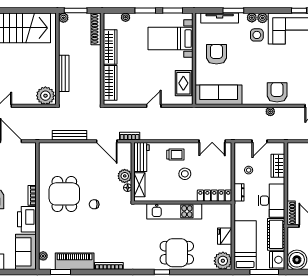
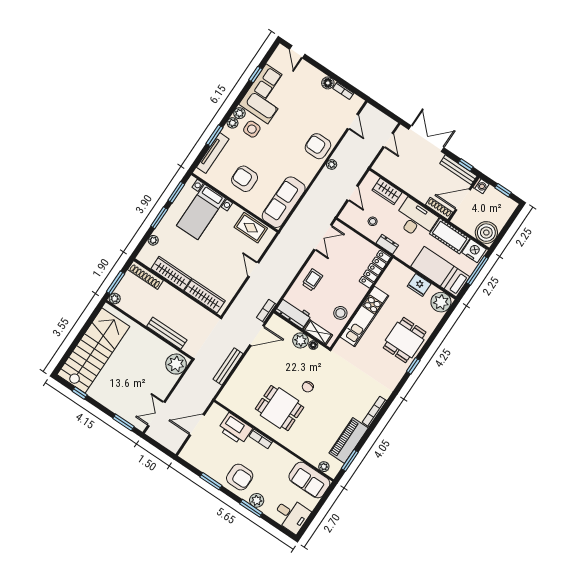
stool: (185, 174) -> (340, 313), moved
printer: (27, 219) -> (235, 429), moved

